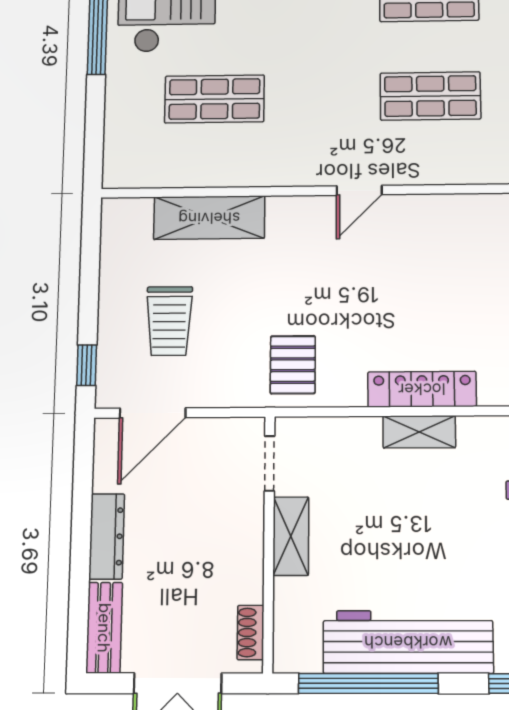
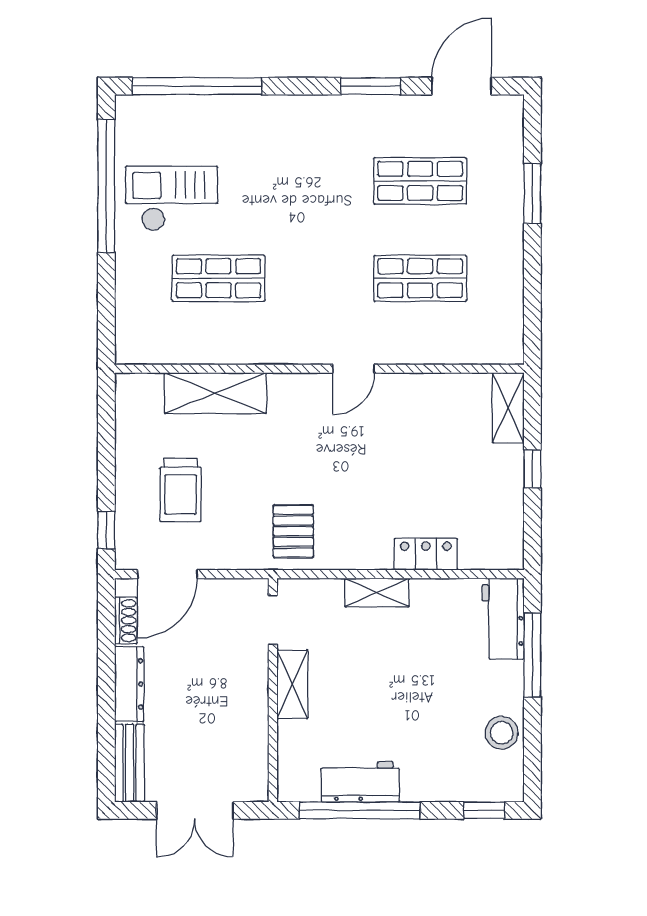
locker: (422, 389) -> (426, 554), width x0.66
shelving: (419, 432) -> (377, 593), moved
shoe rack: (251, 633) -> (126, 621), moved, turned 180
workbench: (408, 642) -> (360, 782), width x0.53, depth x0.76

